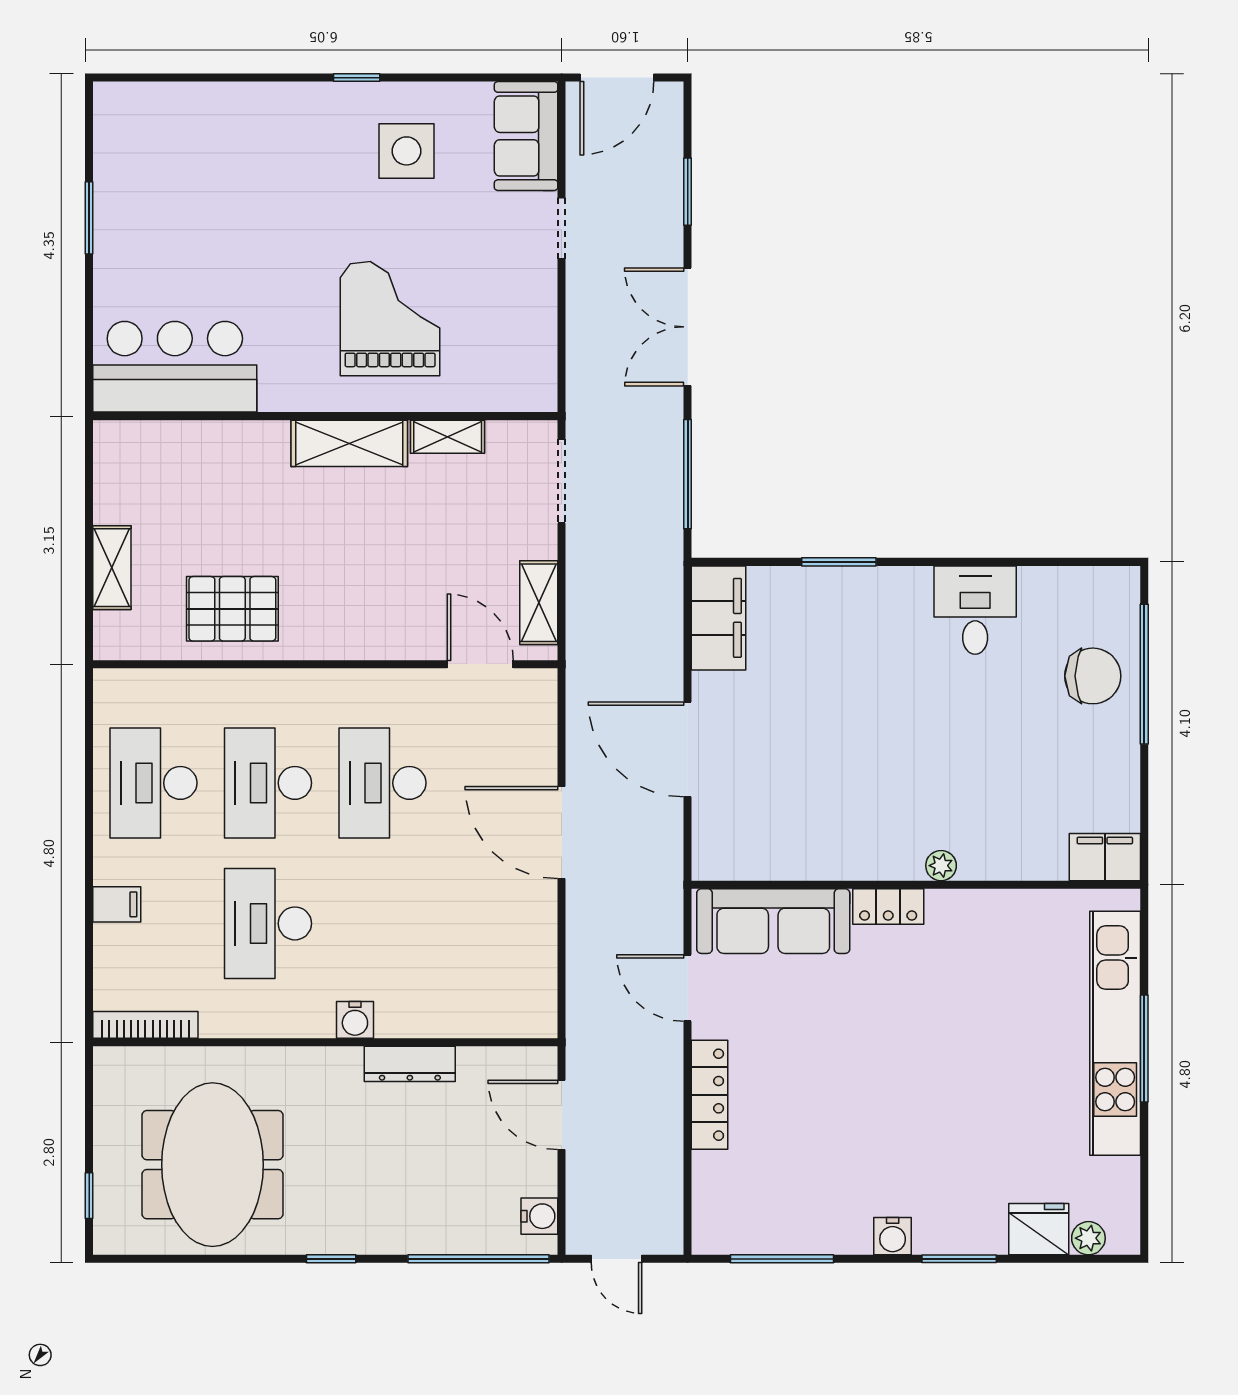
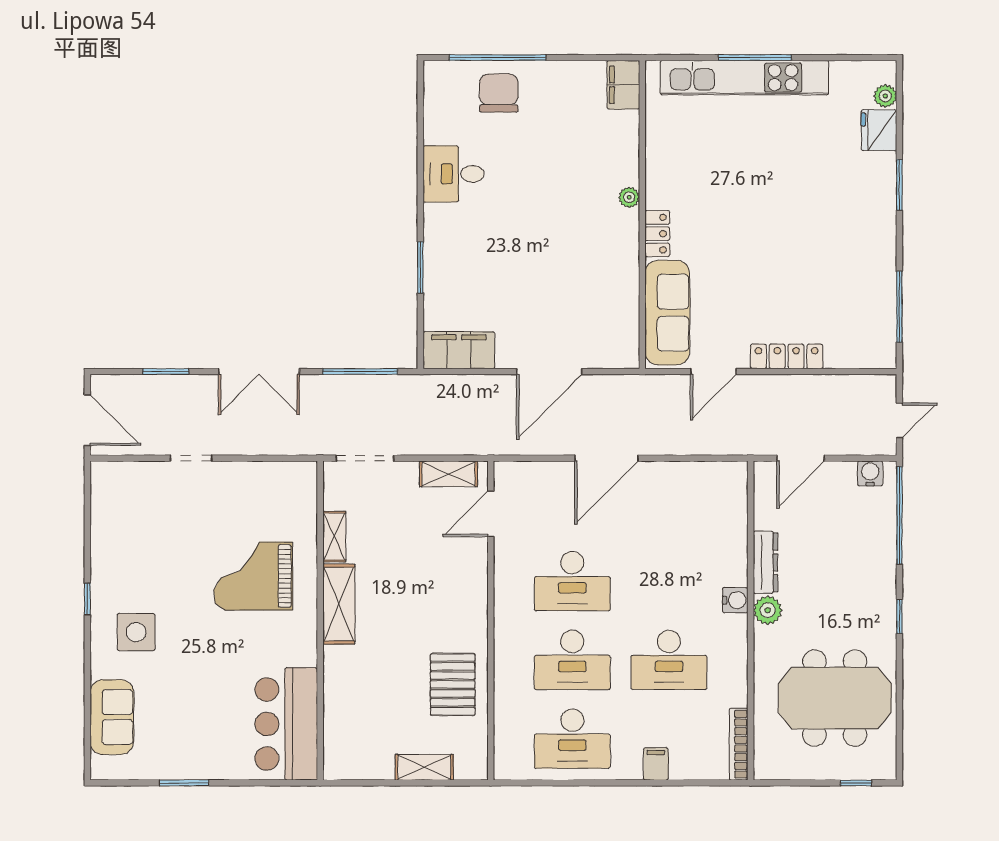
sofa: (526, 136) -> (112, 717), moved, turned -90
side table: (406, 151) -> (136, 632), moved
plant: (340, 1067) -> (768, 610), added
water cooler: (893, 1236) -> (884, 231), removed

